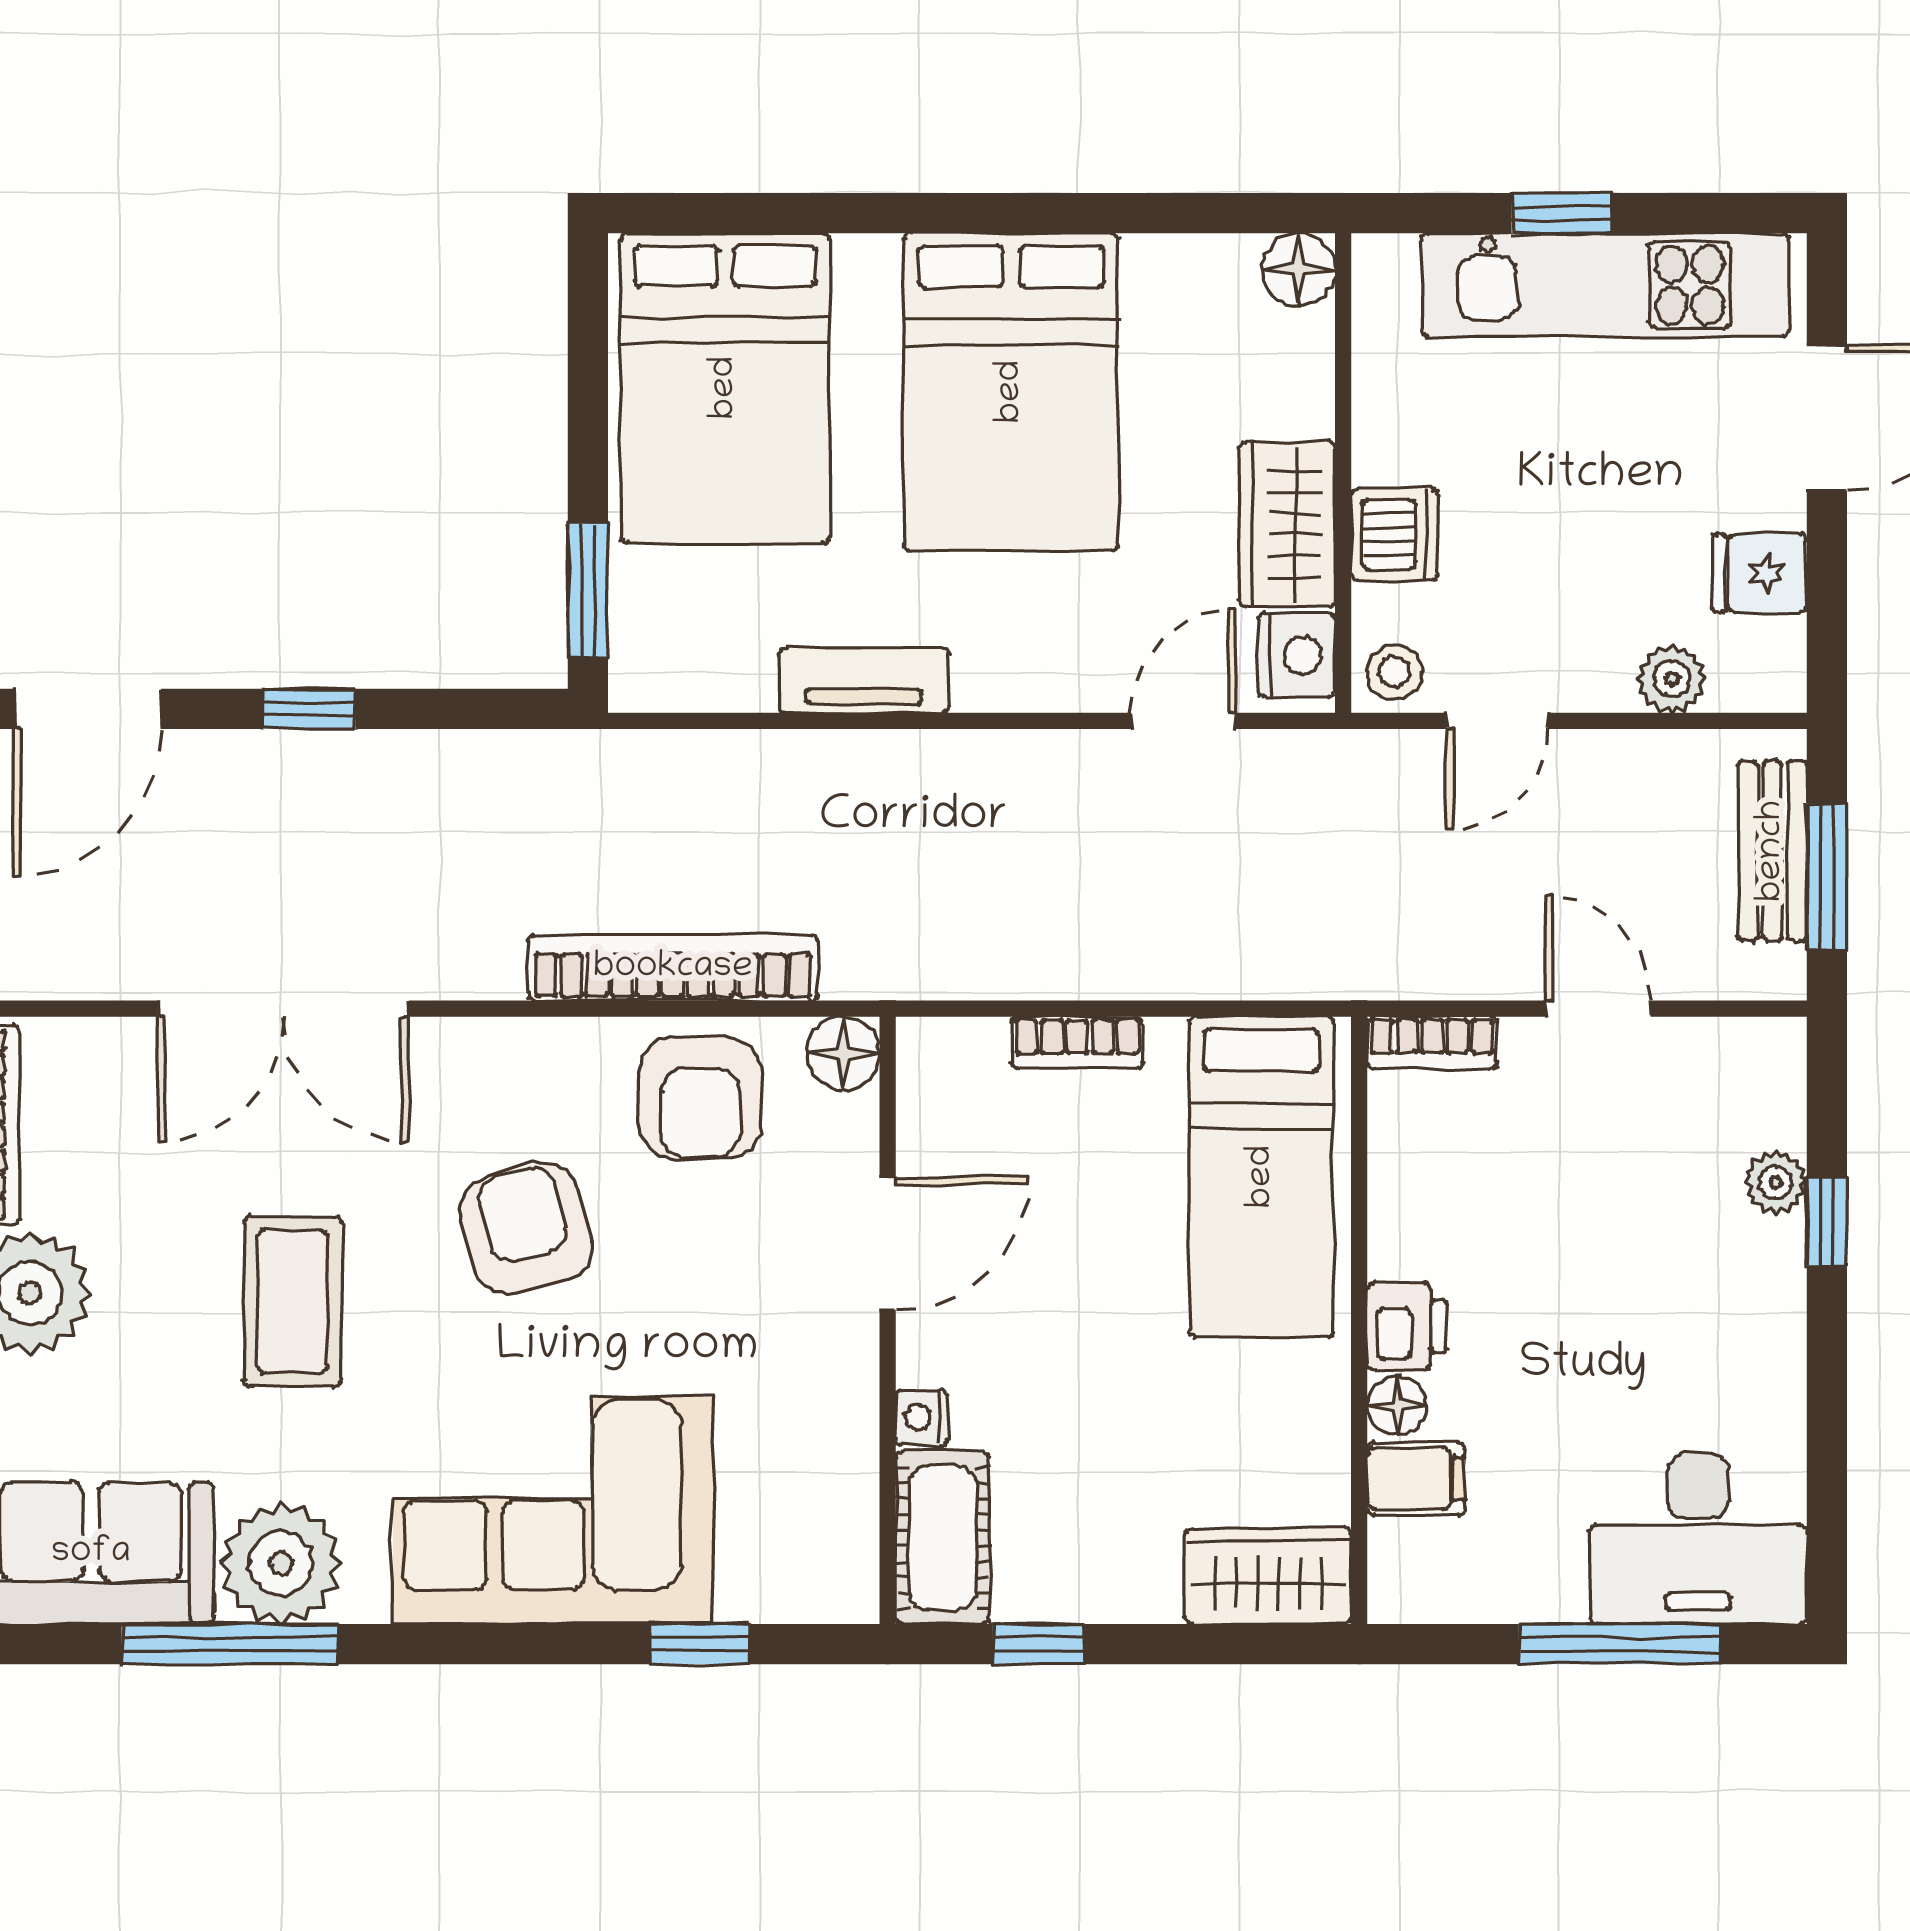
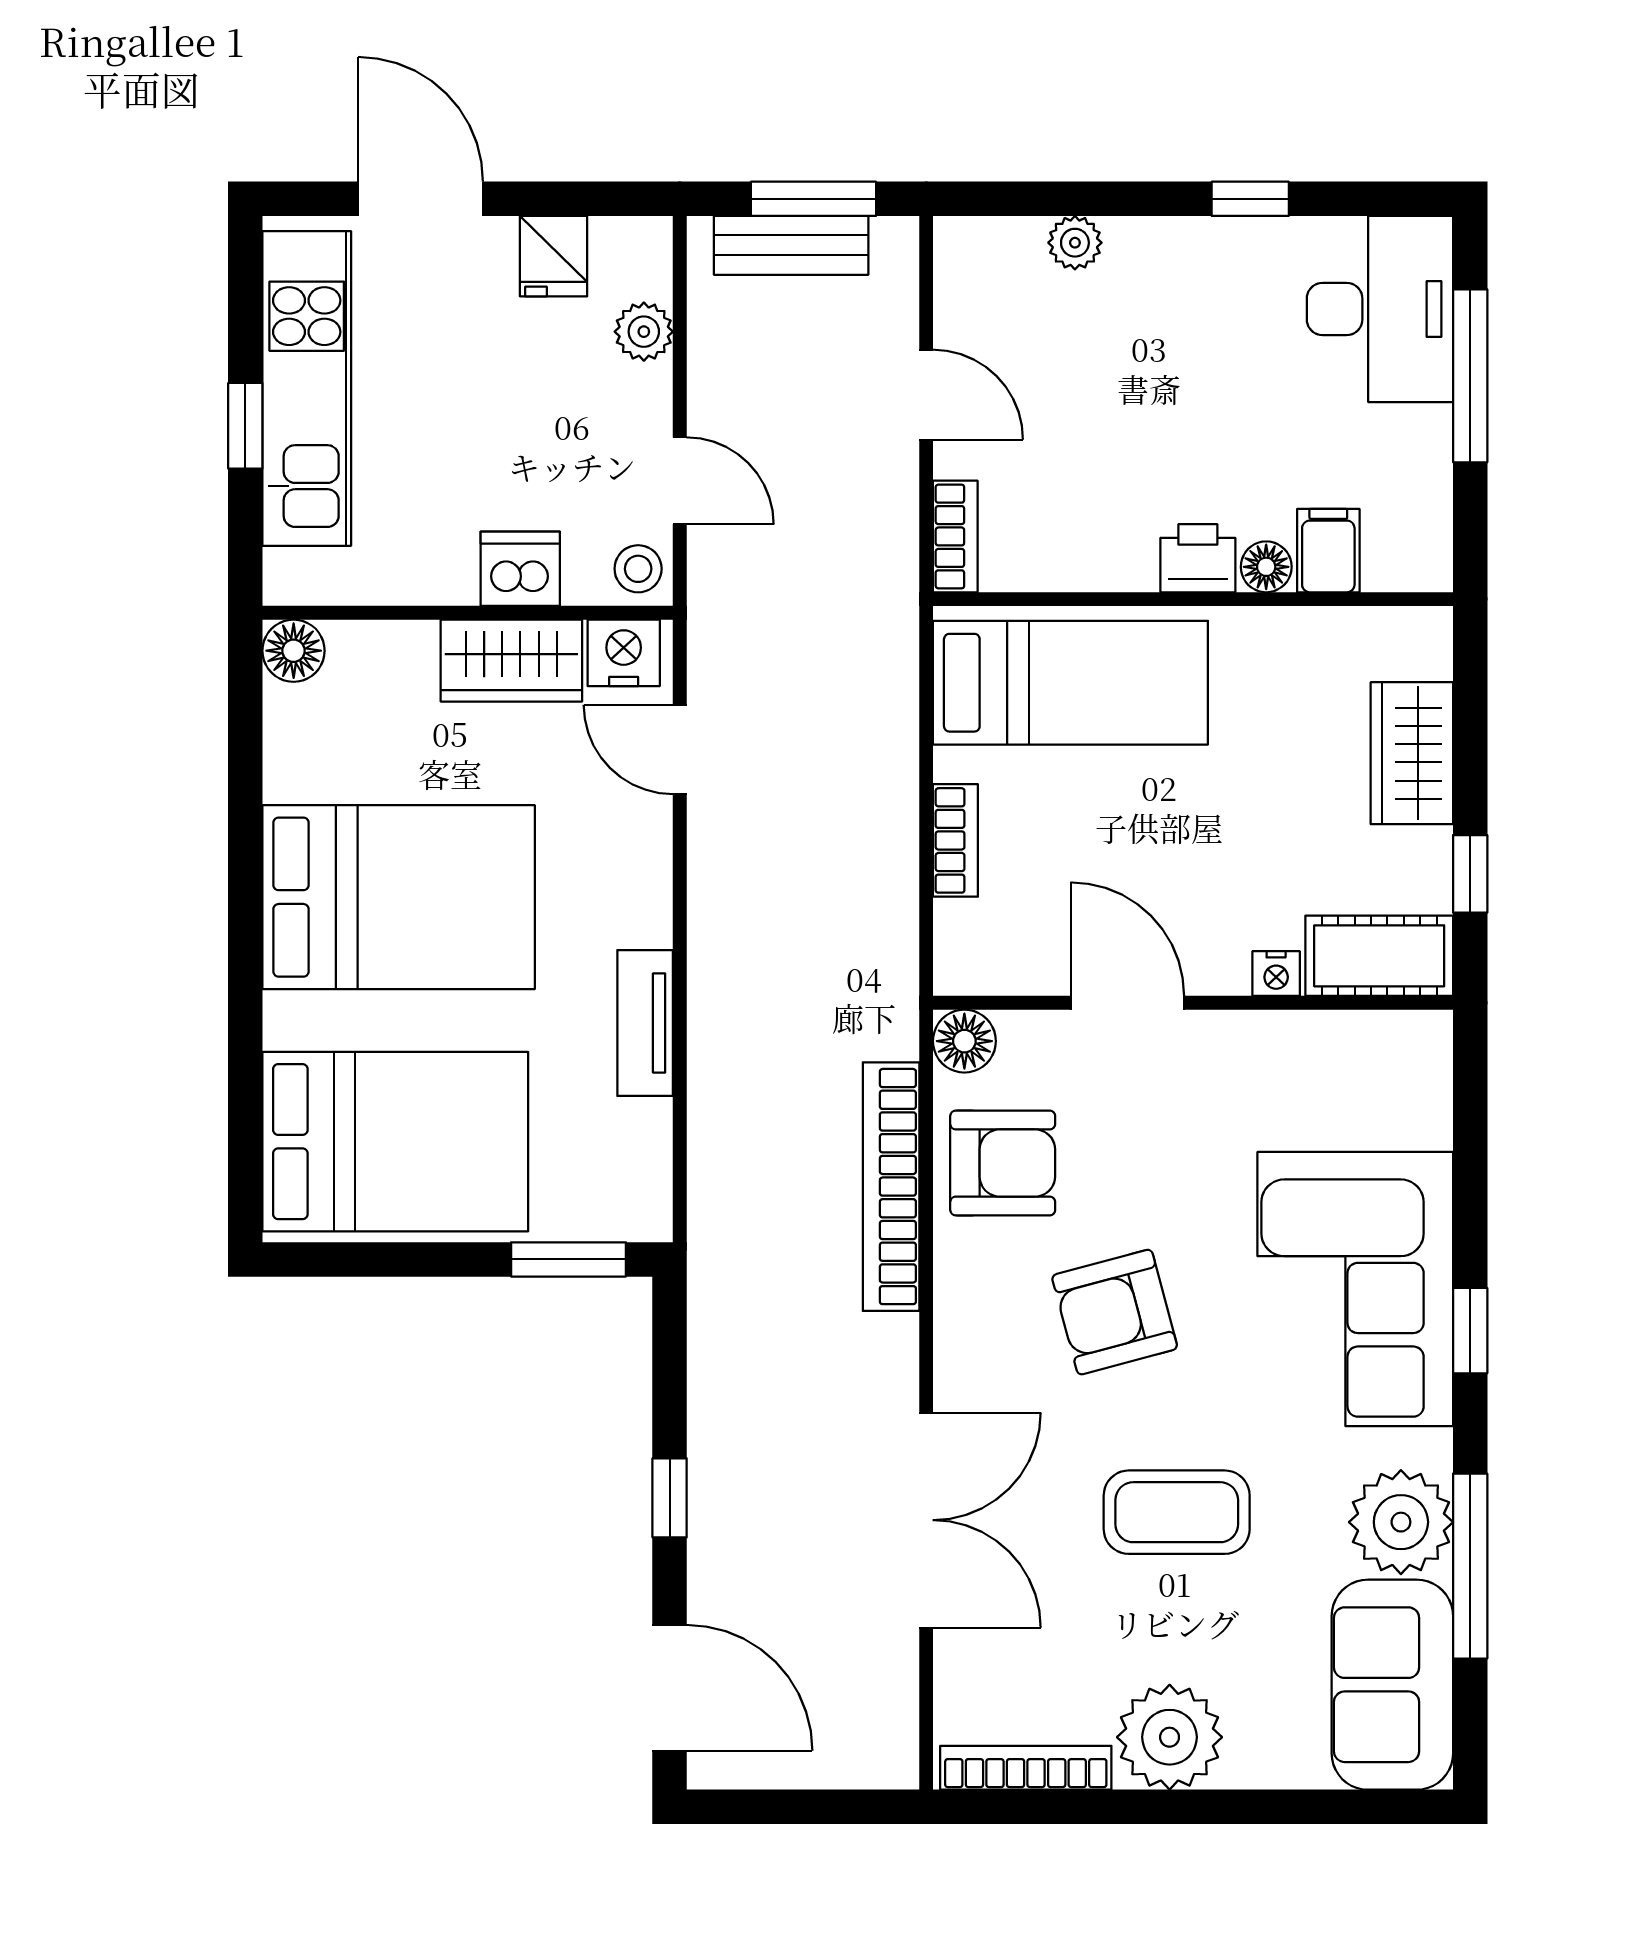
door: (1598, 1009) -> (926, 395), swing flipped
window: (1827, 1221) -> (1250, 199), moved
wardrobe: (1268, 1576) -> (1412, 753), moved
window: (700, 1644) -> (1470, 1331), moved

